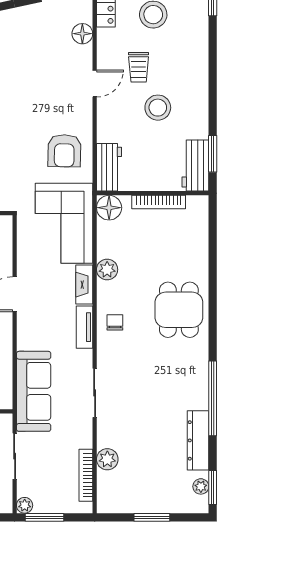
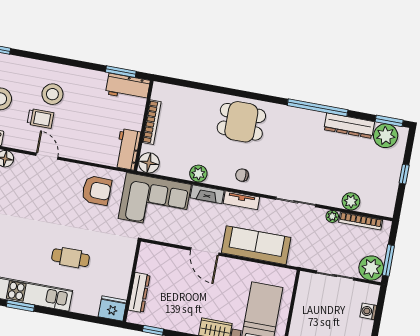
stool: (158, 108) -> (52, 94), moved
workbench: (109, 167) -> (127, 149), moved, turned -90
sofa: (34, 391) -> (256, 245), moved
plant: (85, 440) -> (332, 216), added
plant: (201, 486) -> (386, 136), width x1.88, depth x1.88
plant: (25, 505) -> (371, 268), width x1.88, depth x1.88
window: (152, 517) -> (404, 174), width x0.67

